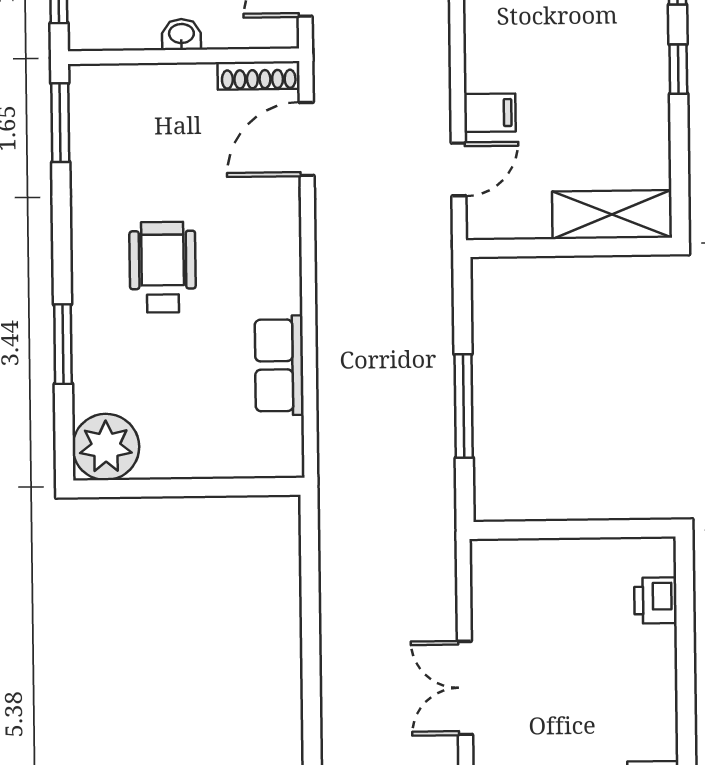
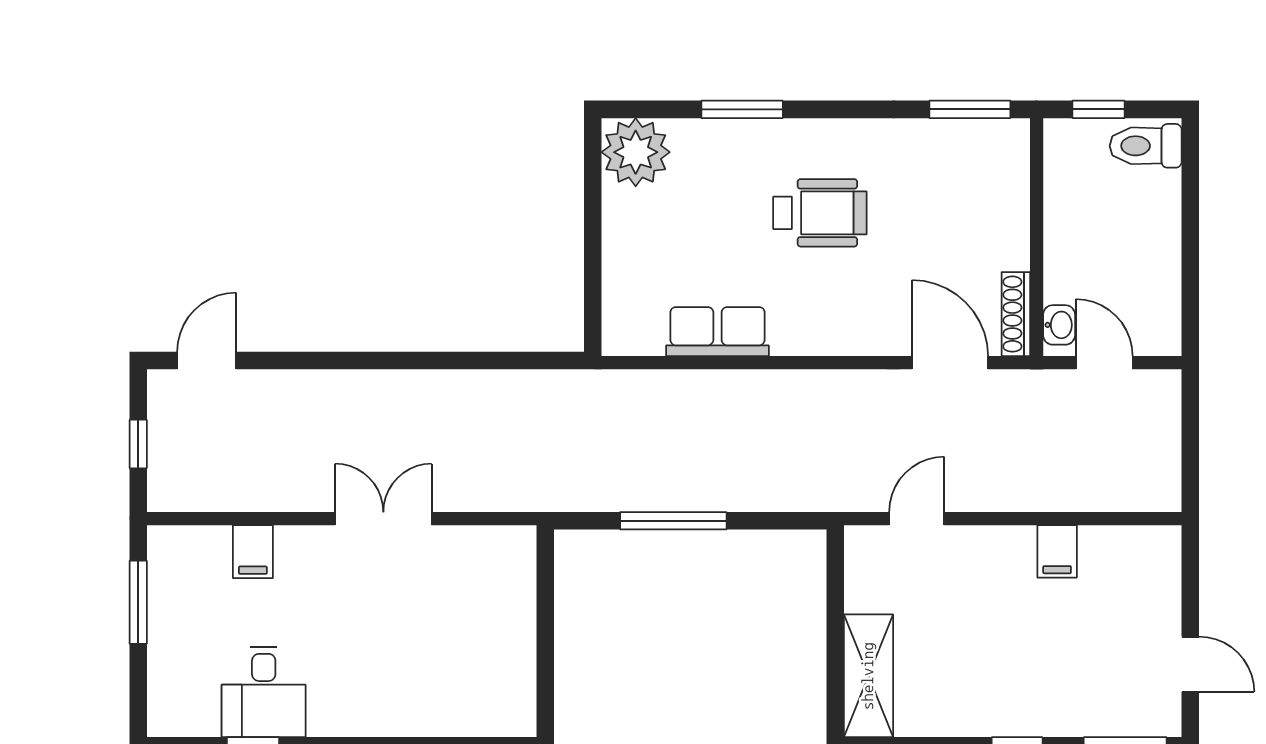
washbasin: (181, 34) -> (1059, 325), moved
filing cabinet: (490, 113) -> (1057, 551), moved
door: (459, 169) -> (917, 519), swing flipped
printer: (655, 600) -> (471, 716), removed

